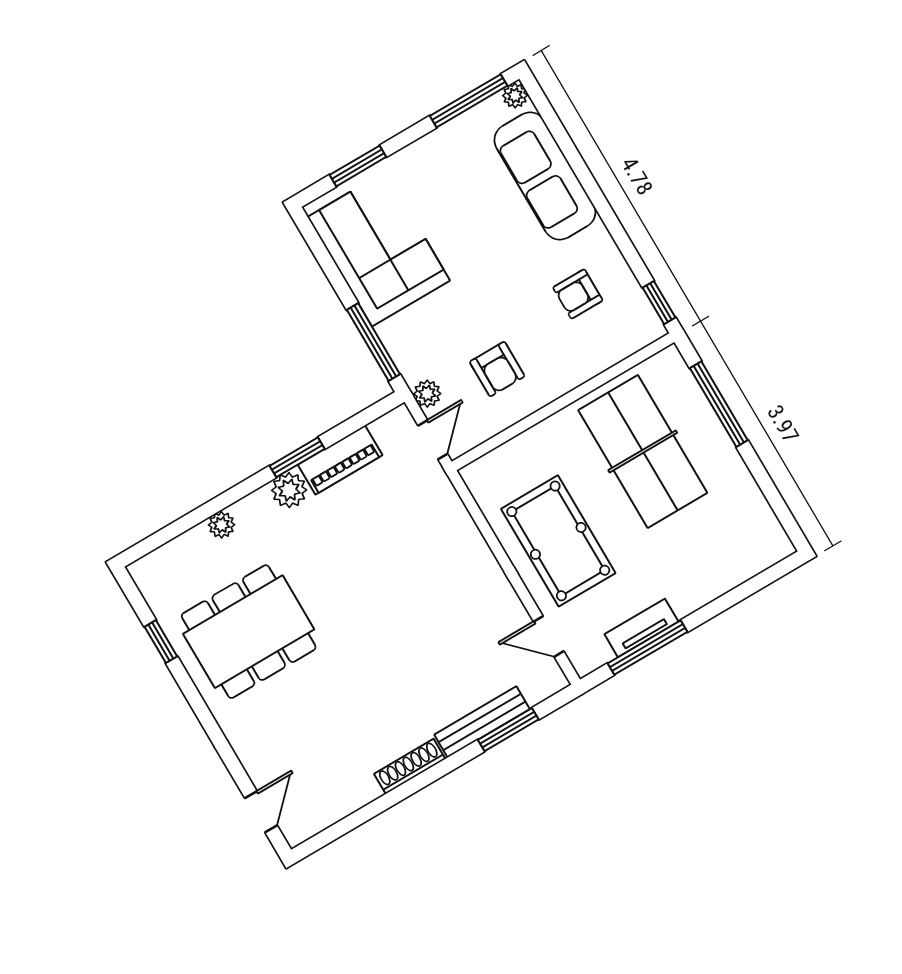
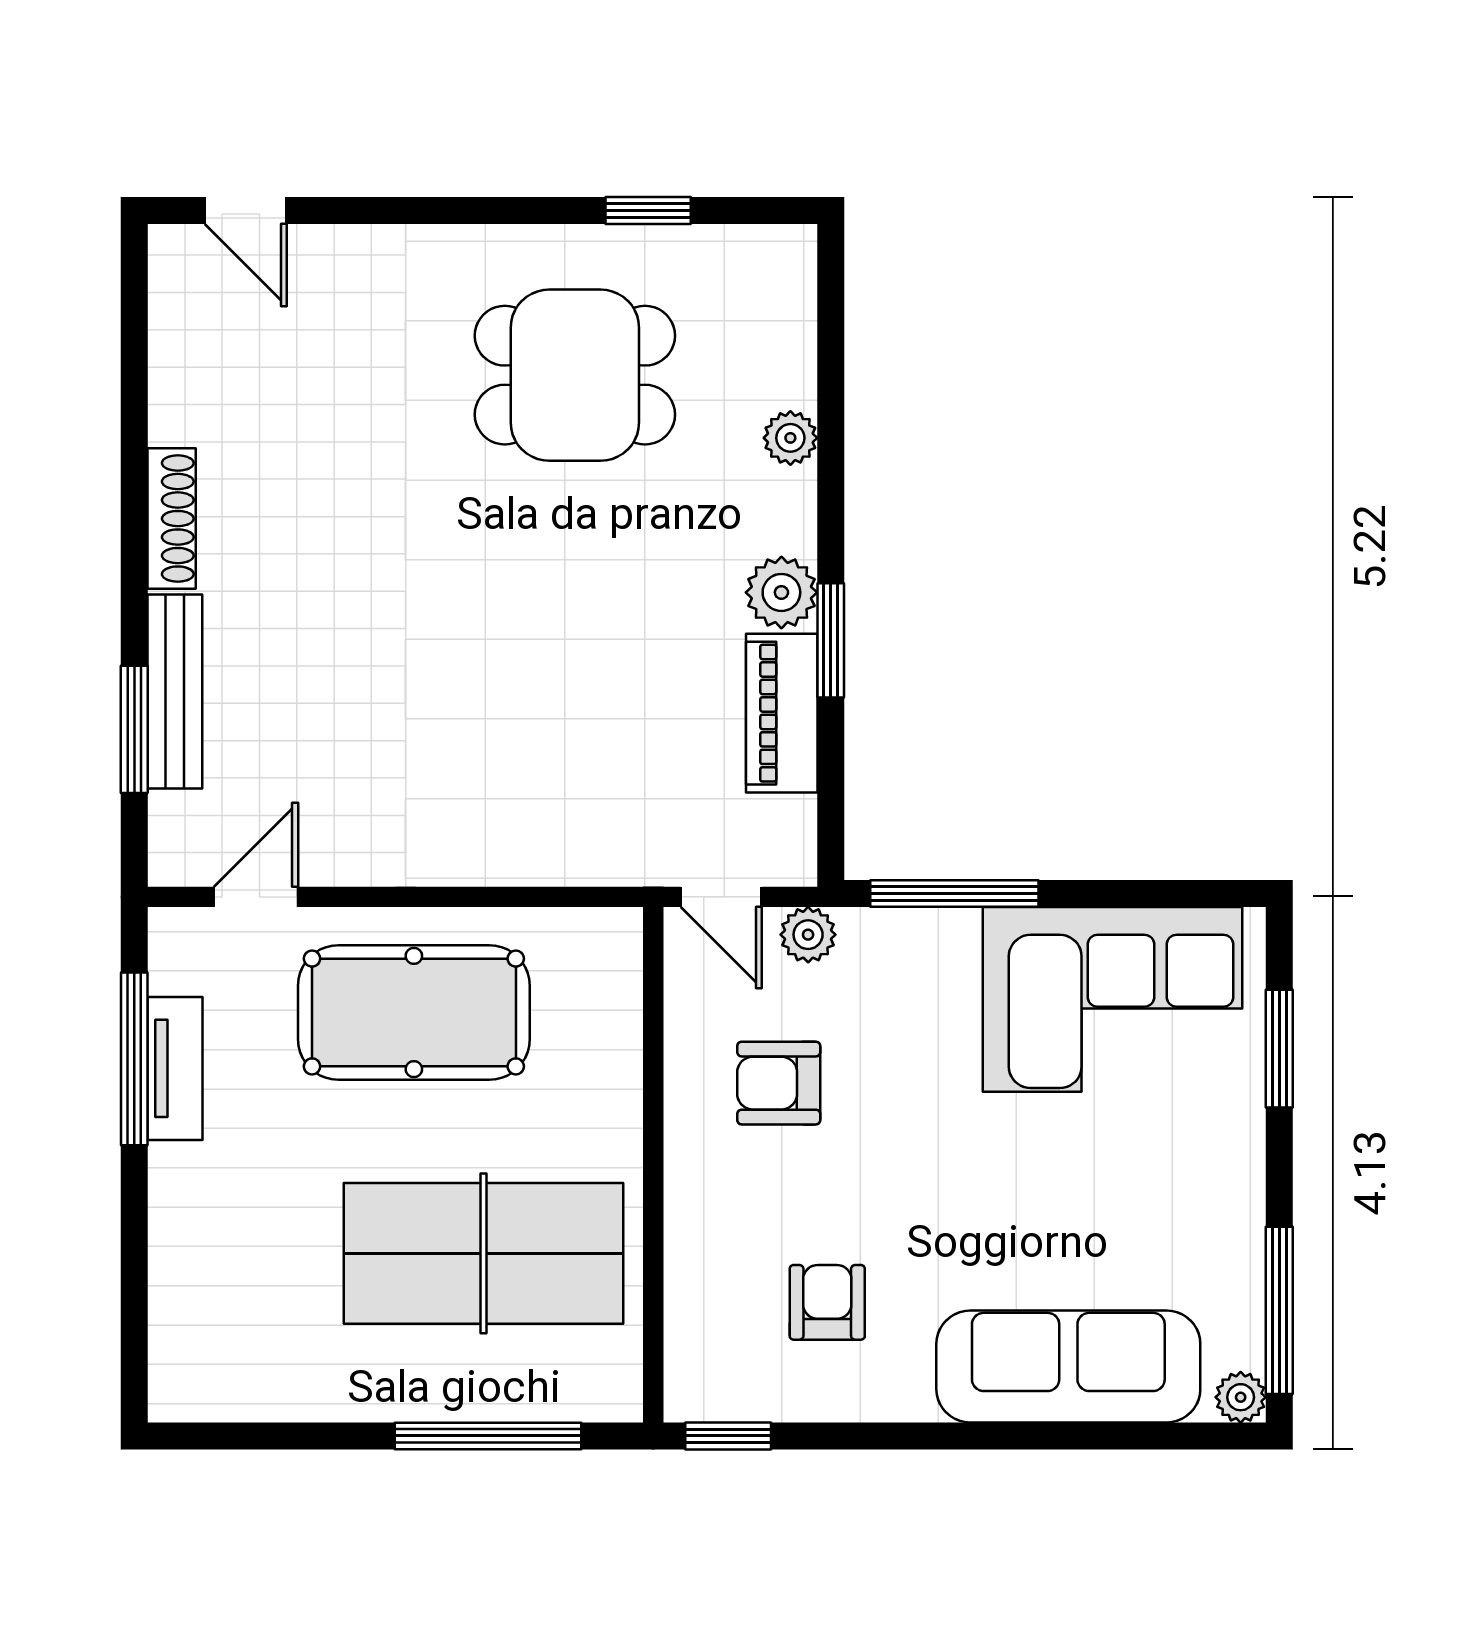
dining table: (249, 632) -> (575, 375), width x0.73

